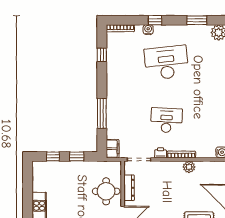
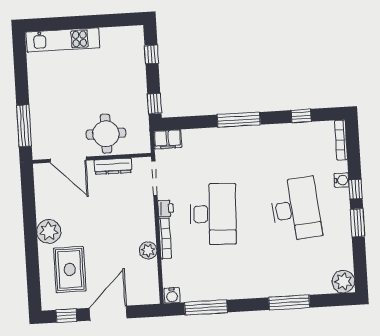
window: (197, 20) -> (357, 223), moved
window: (102, 113) -> (239, 120), moved
desk: (166, 120) -> (213, 214), width x1.36, depth x1.30
window: (77, 156) -> (154, 104), moved

